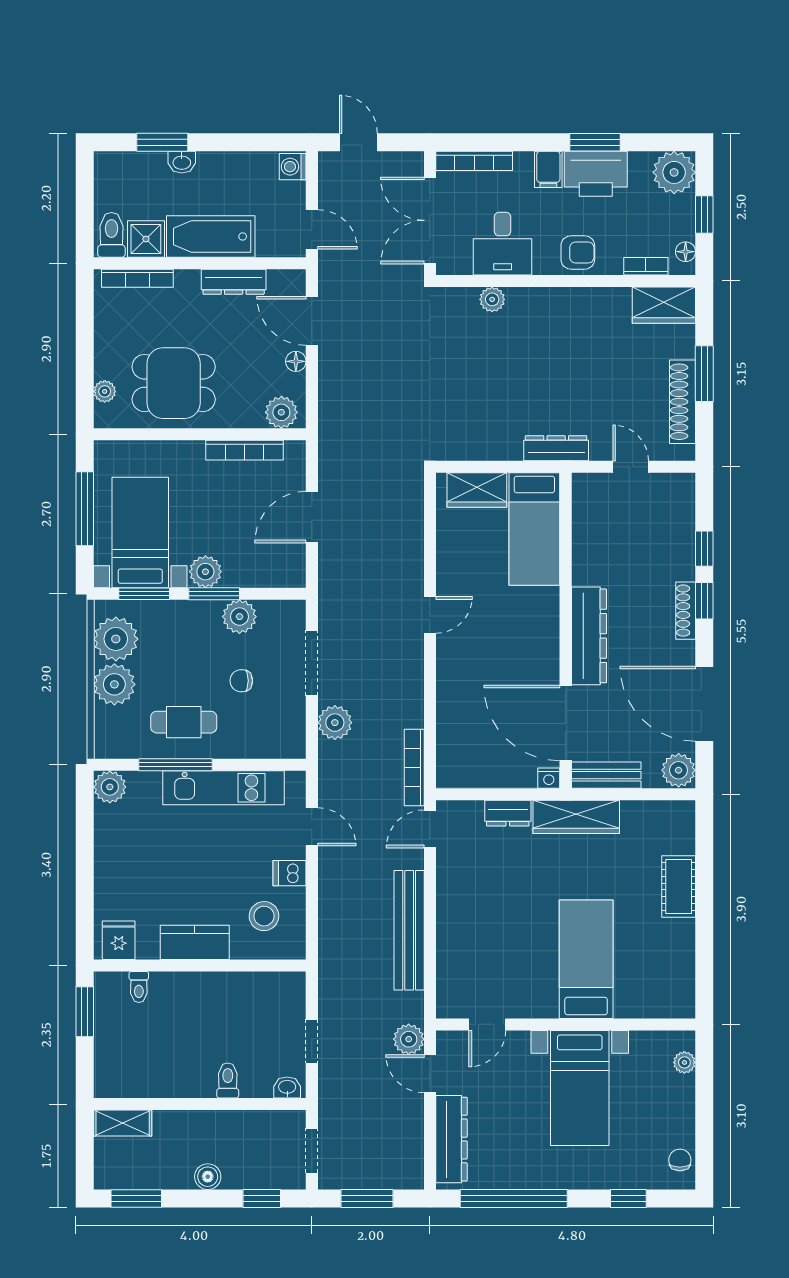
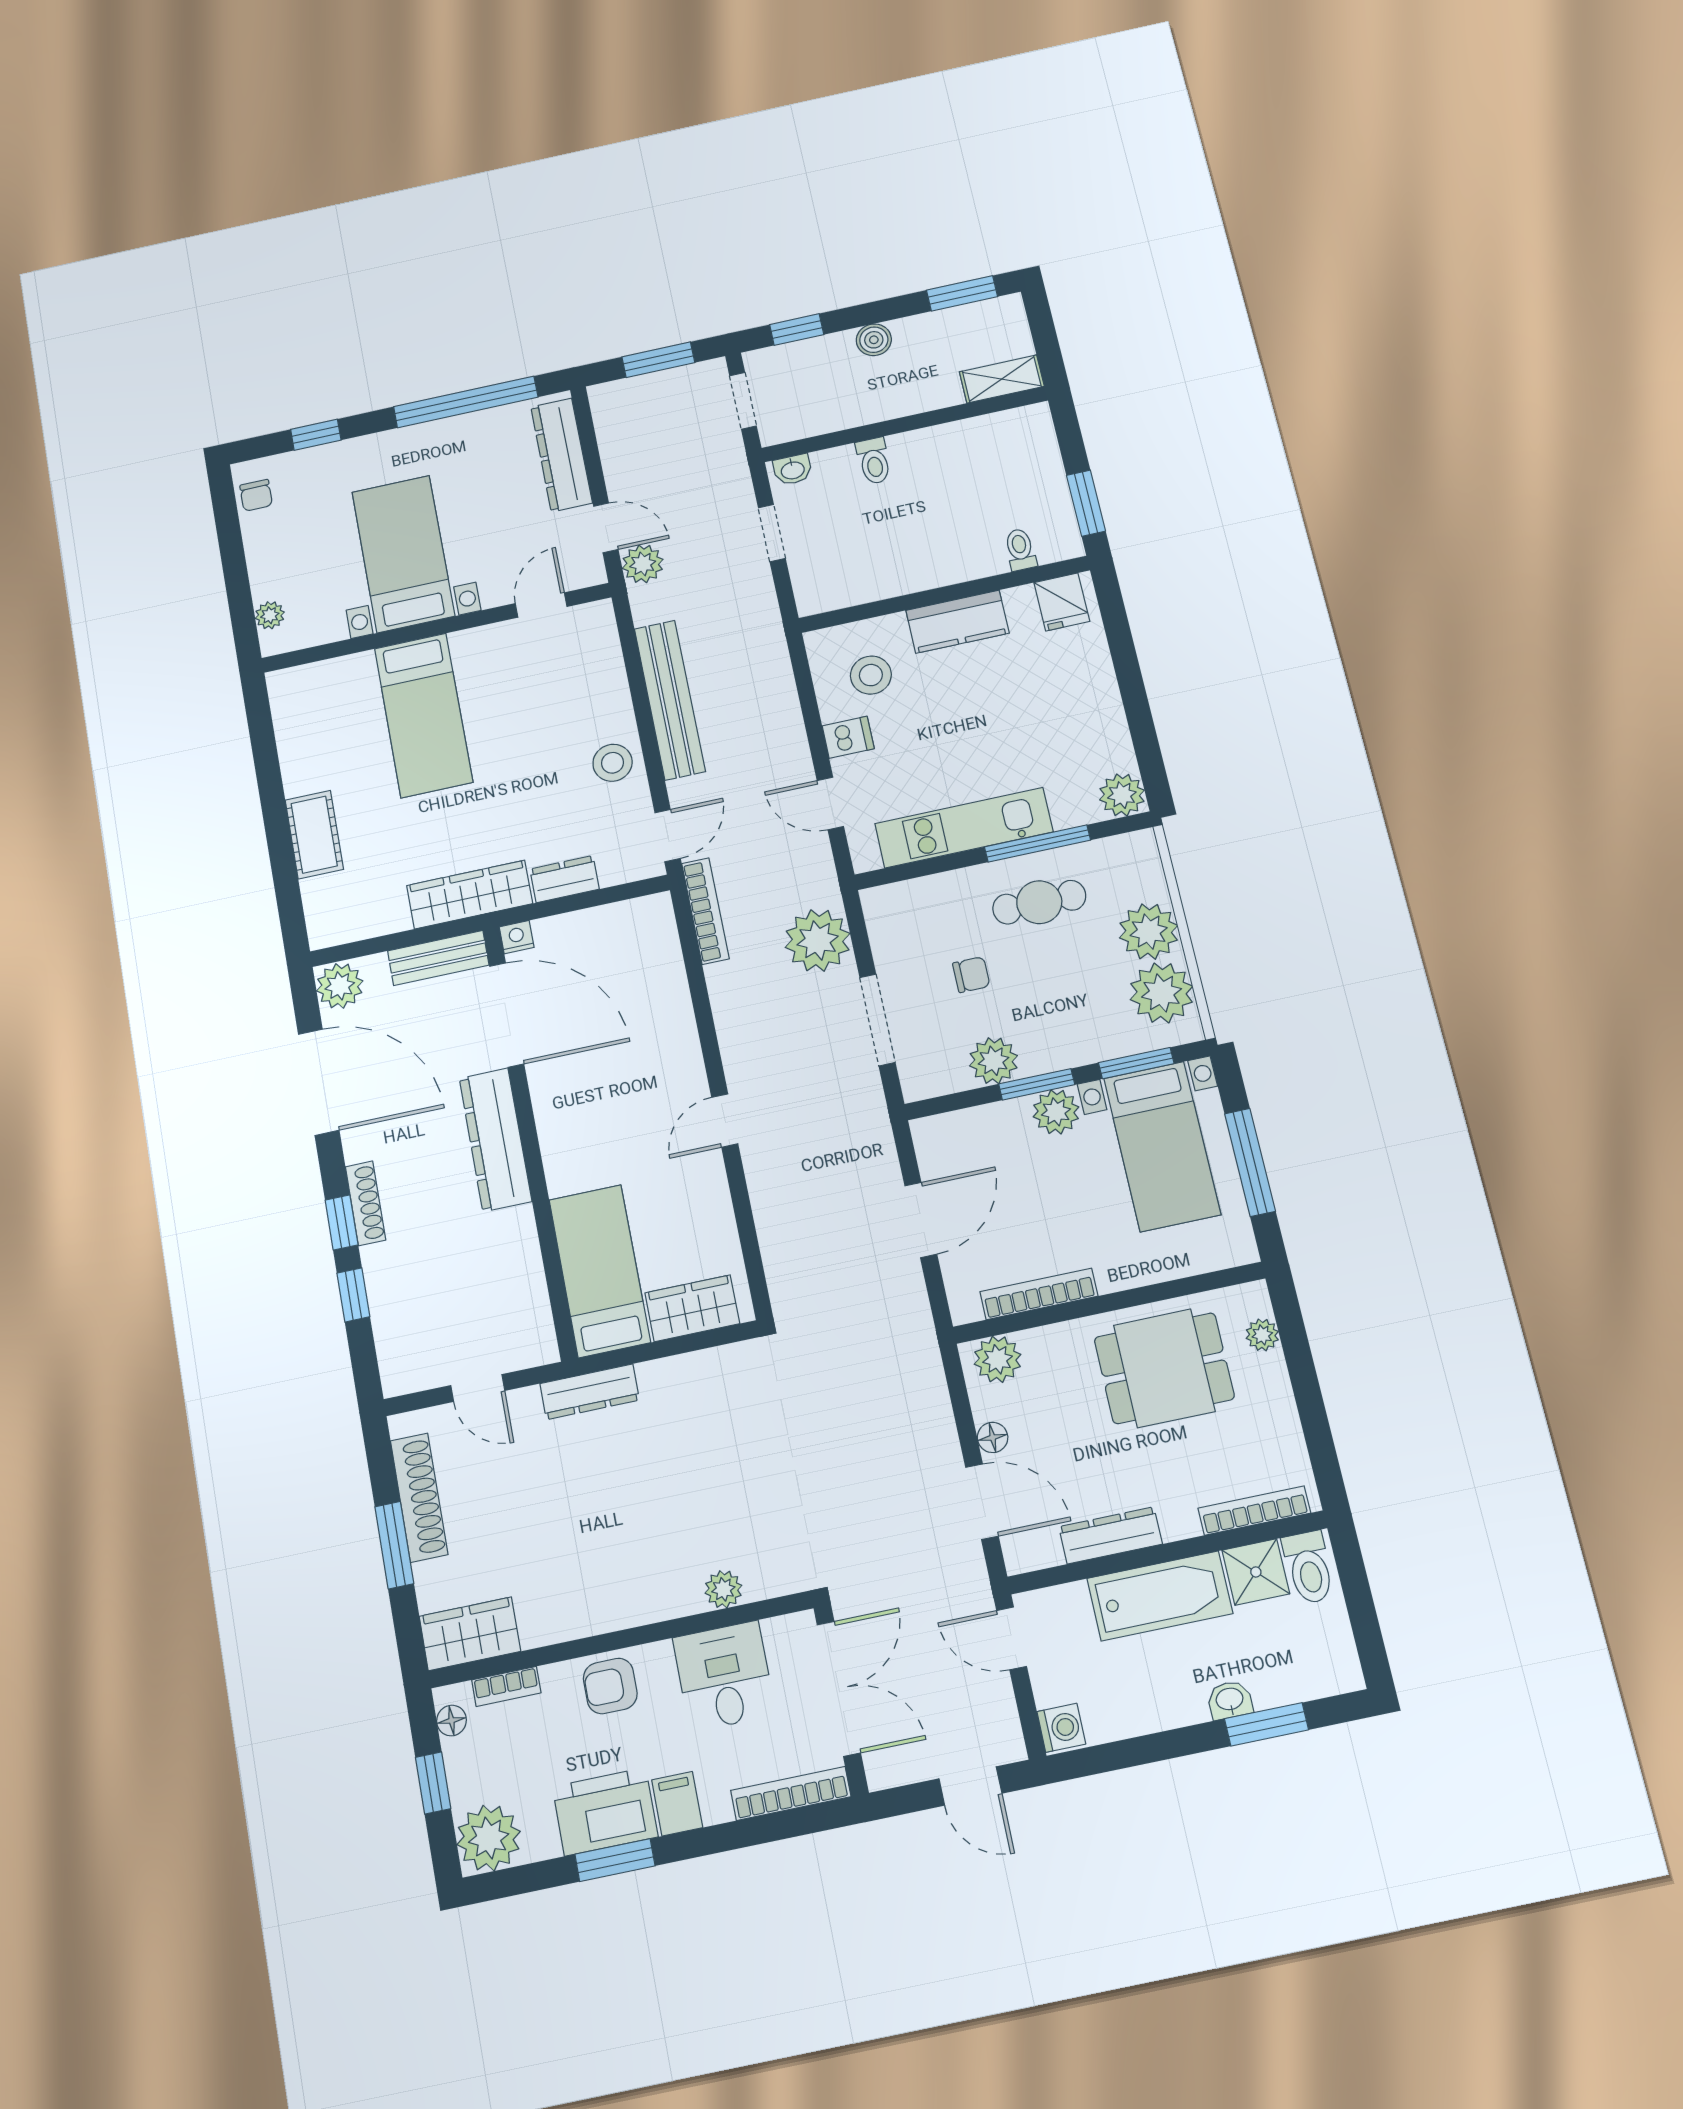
plant: (335, 723) -> (818, 940), width x1.36, depth x1.36
stool: (458, 892) -> (612, 763), added

